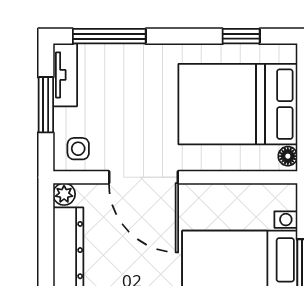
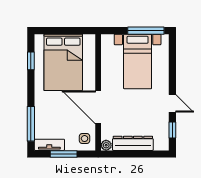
floor lamp: (288, 156) -> (88, 39), removed
door: (143, 177) -> (98, 107), swing flipped

